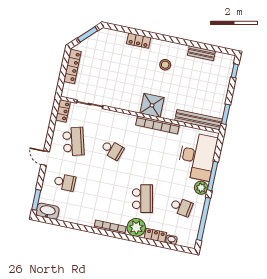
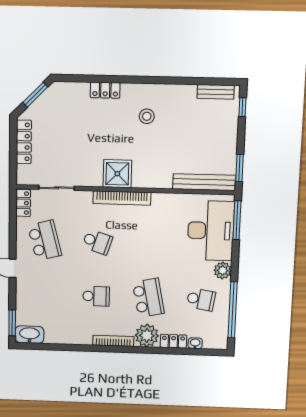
bench: (201, 53) -> (216, 92), moved
shower: (152, 105) -> (117, 174), moved
bookcase: (158, 125) -> (122, 198), moved
window: (213, 176) -> (237, 220), moved
school desk: (65, 182) -> (96, 296), moved

